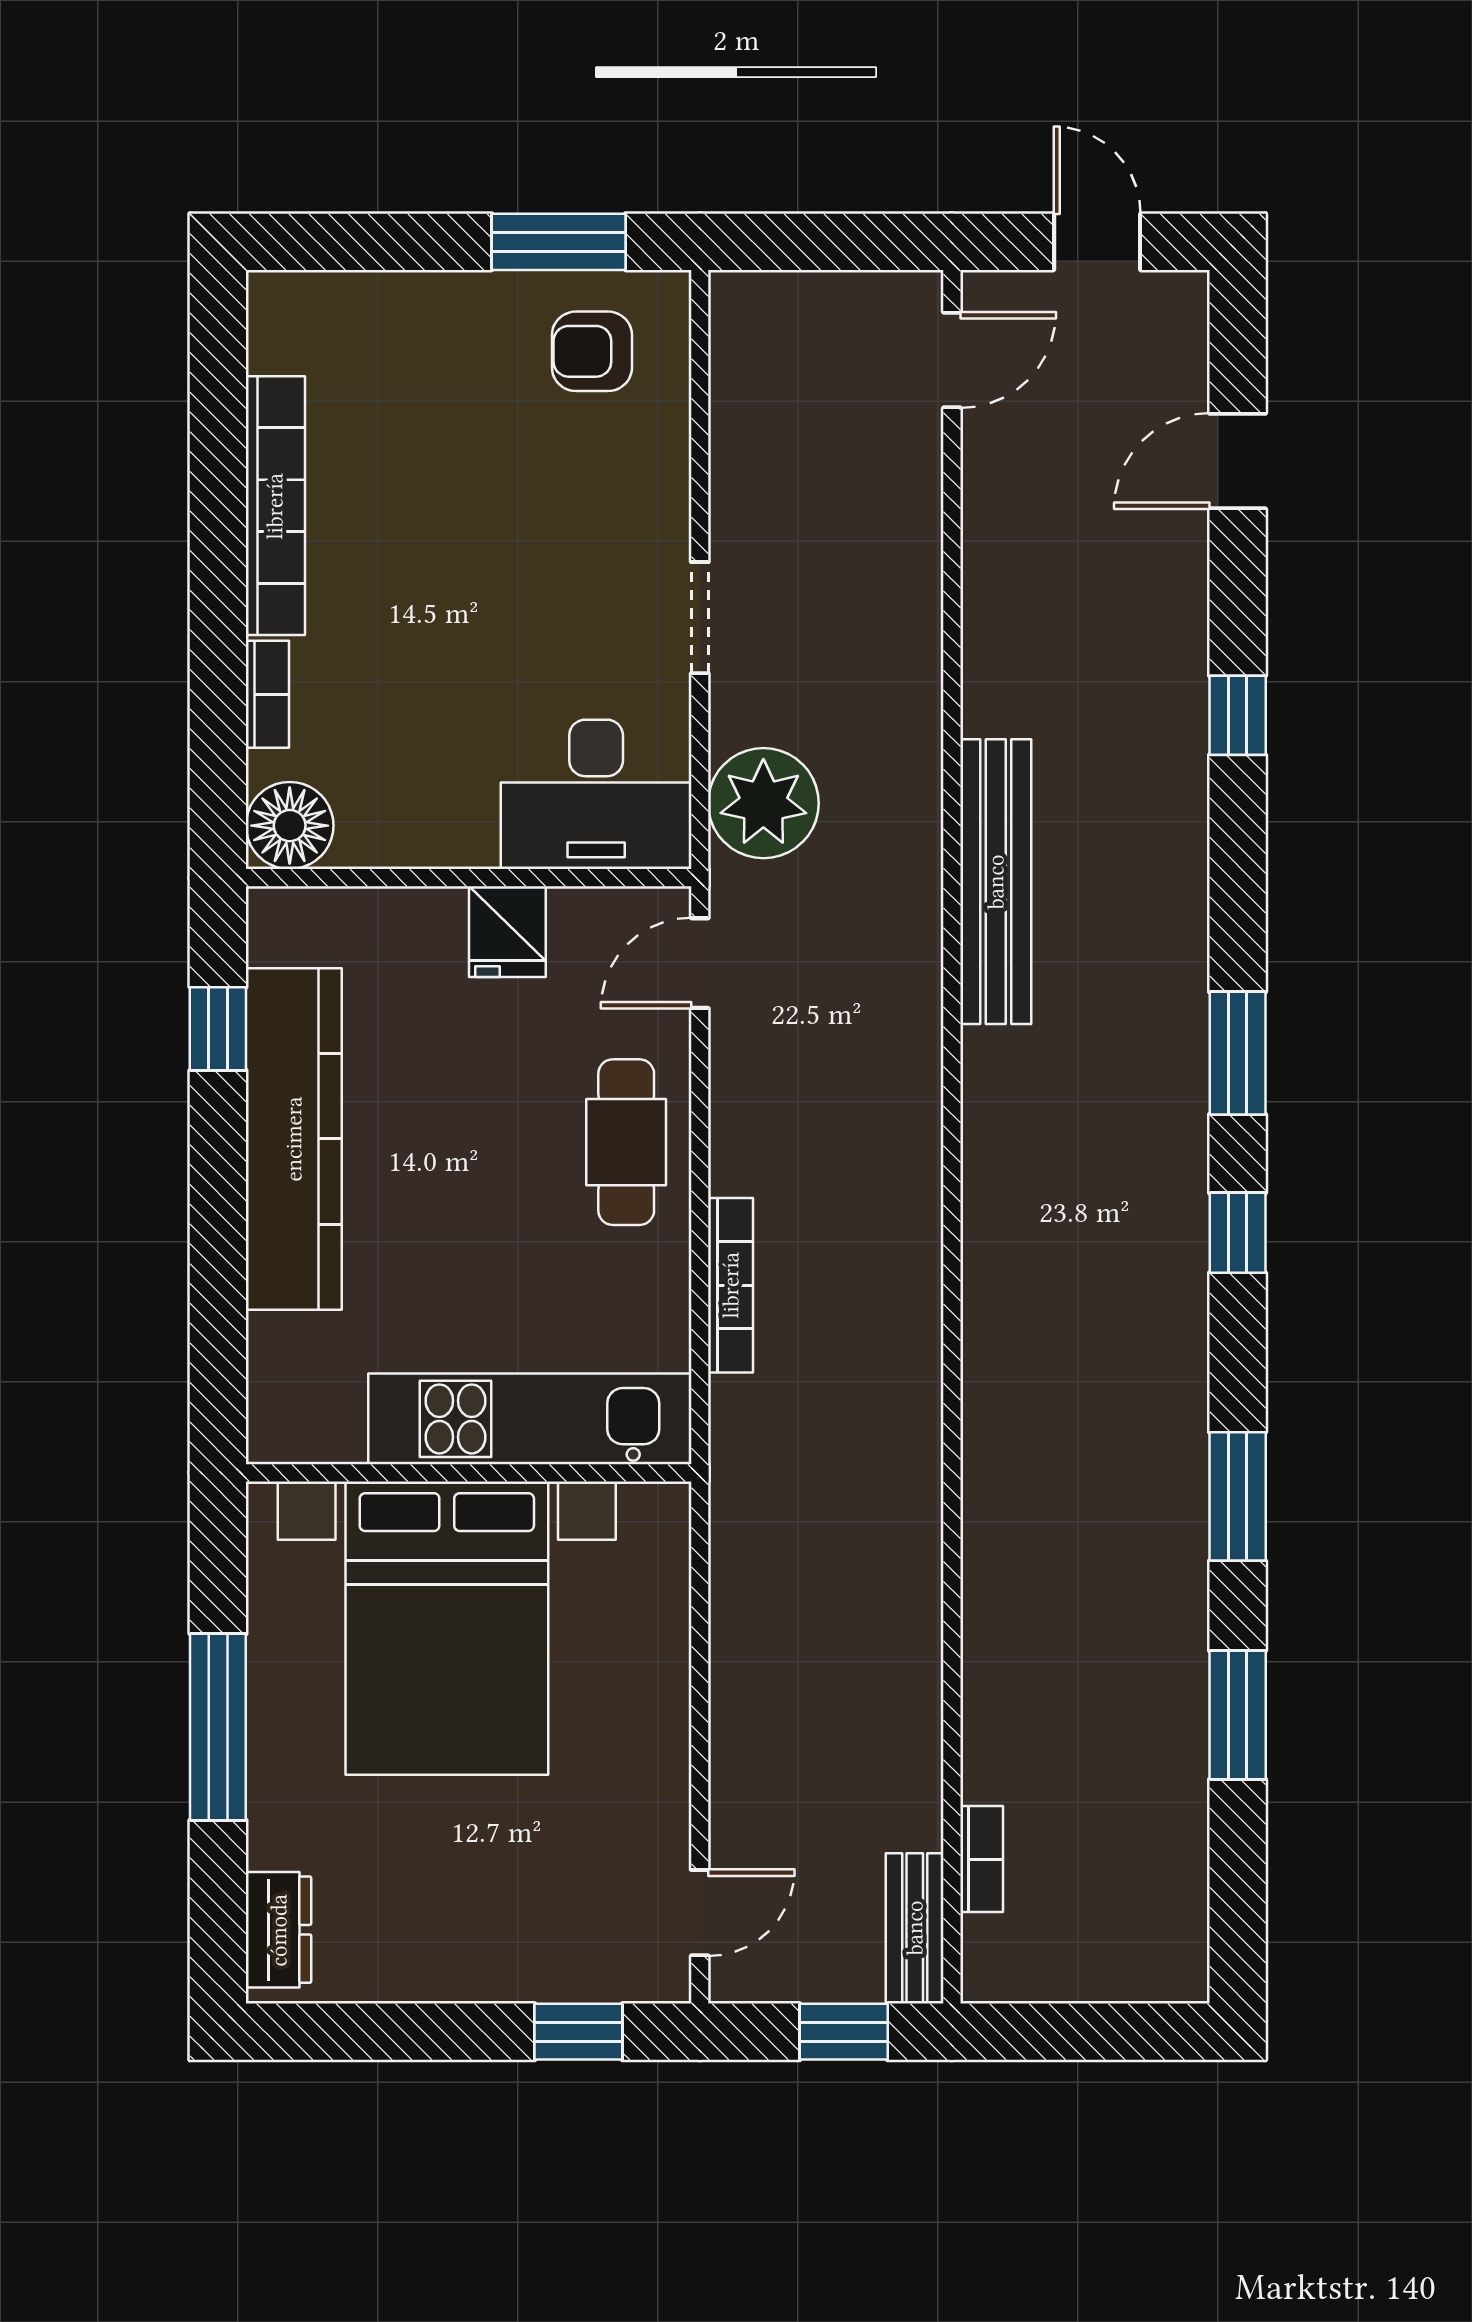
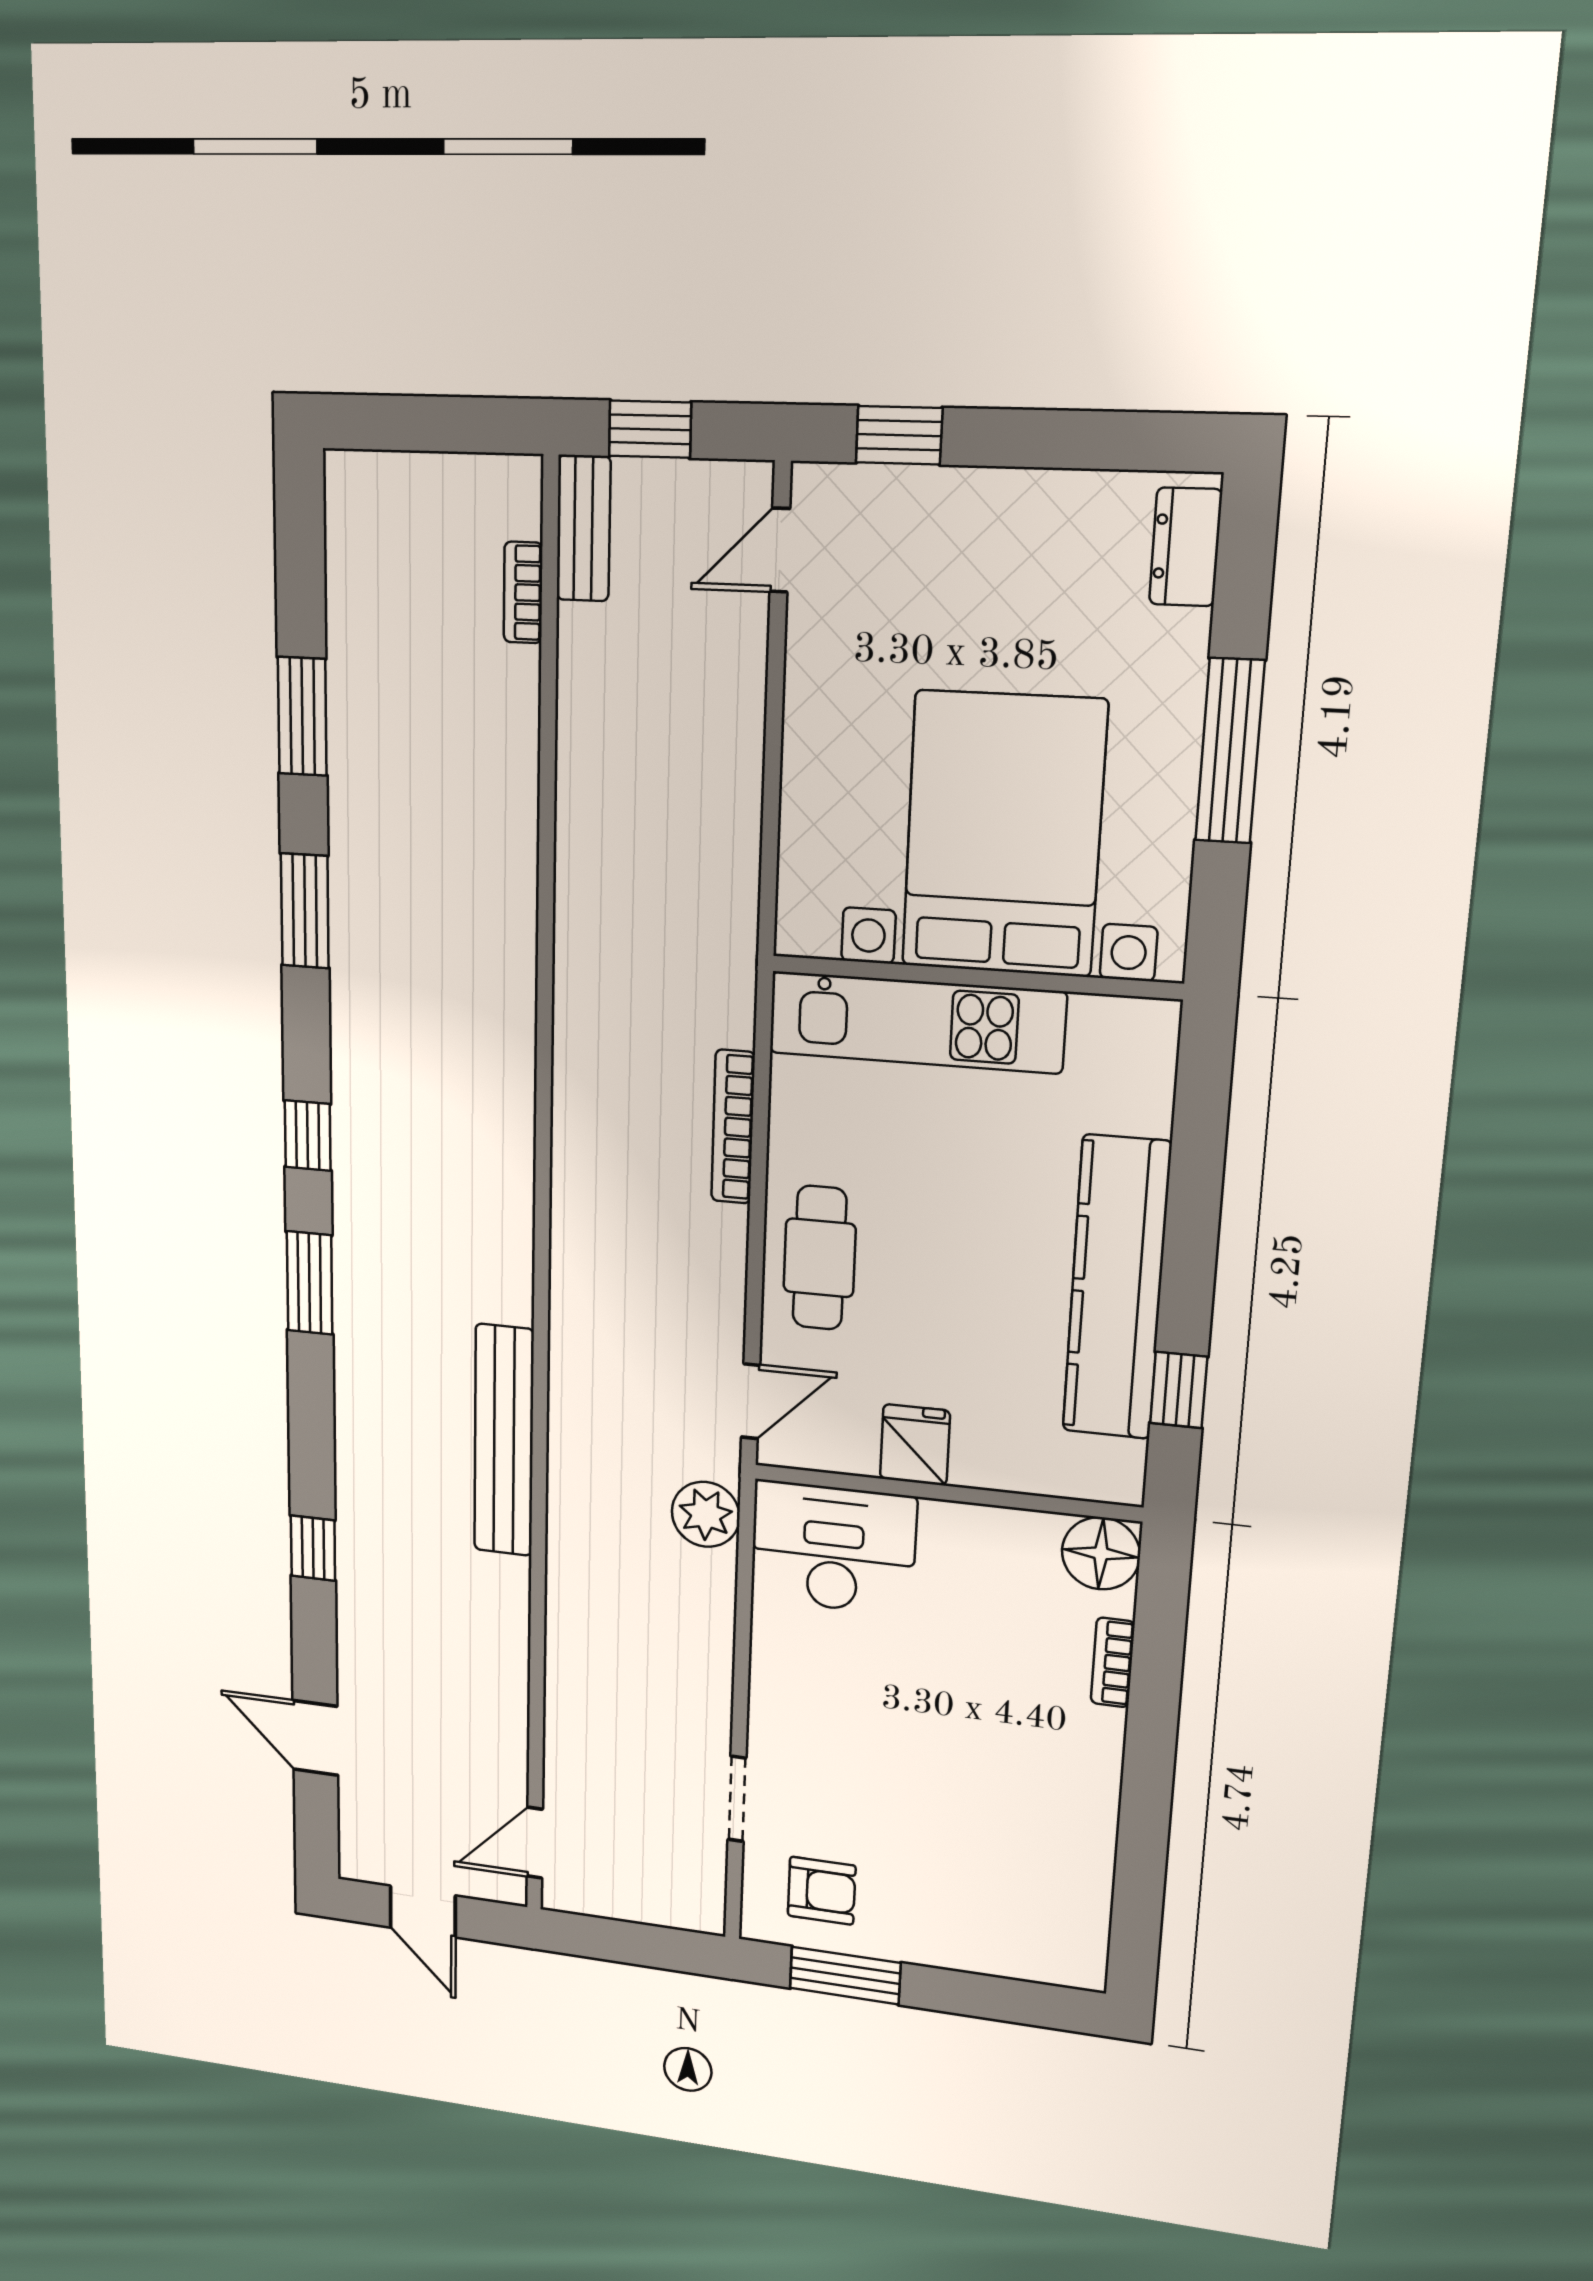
door: (1238, 461) -> (315, 1738), swing flipped
bookcase: (275, 506) -> (1095, 1811), removed
doorway: (700, 618) -> (737, 1799), moved
plant: (763, 803) -> (706, 1514), width x0.73, depth x0.73

